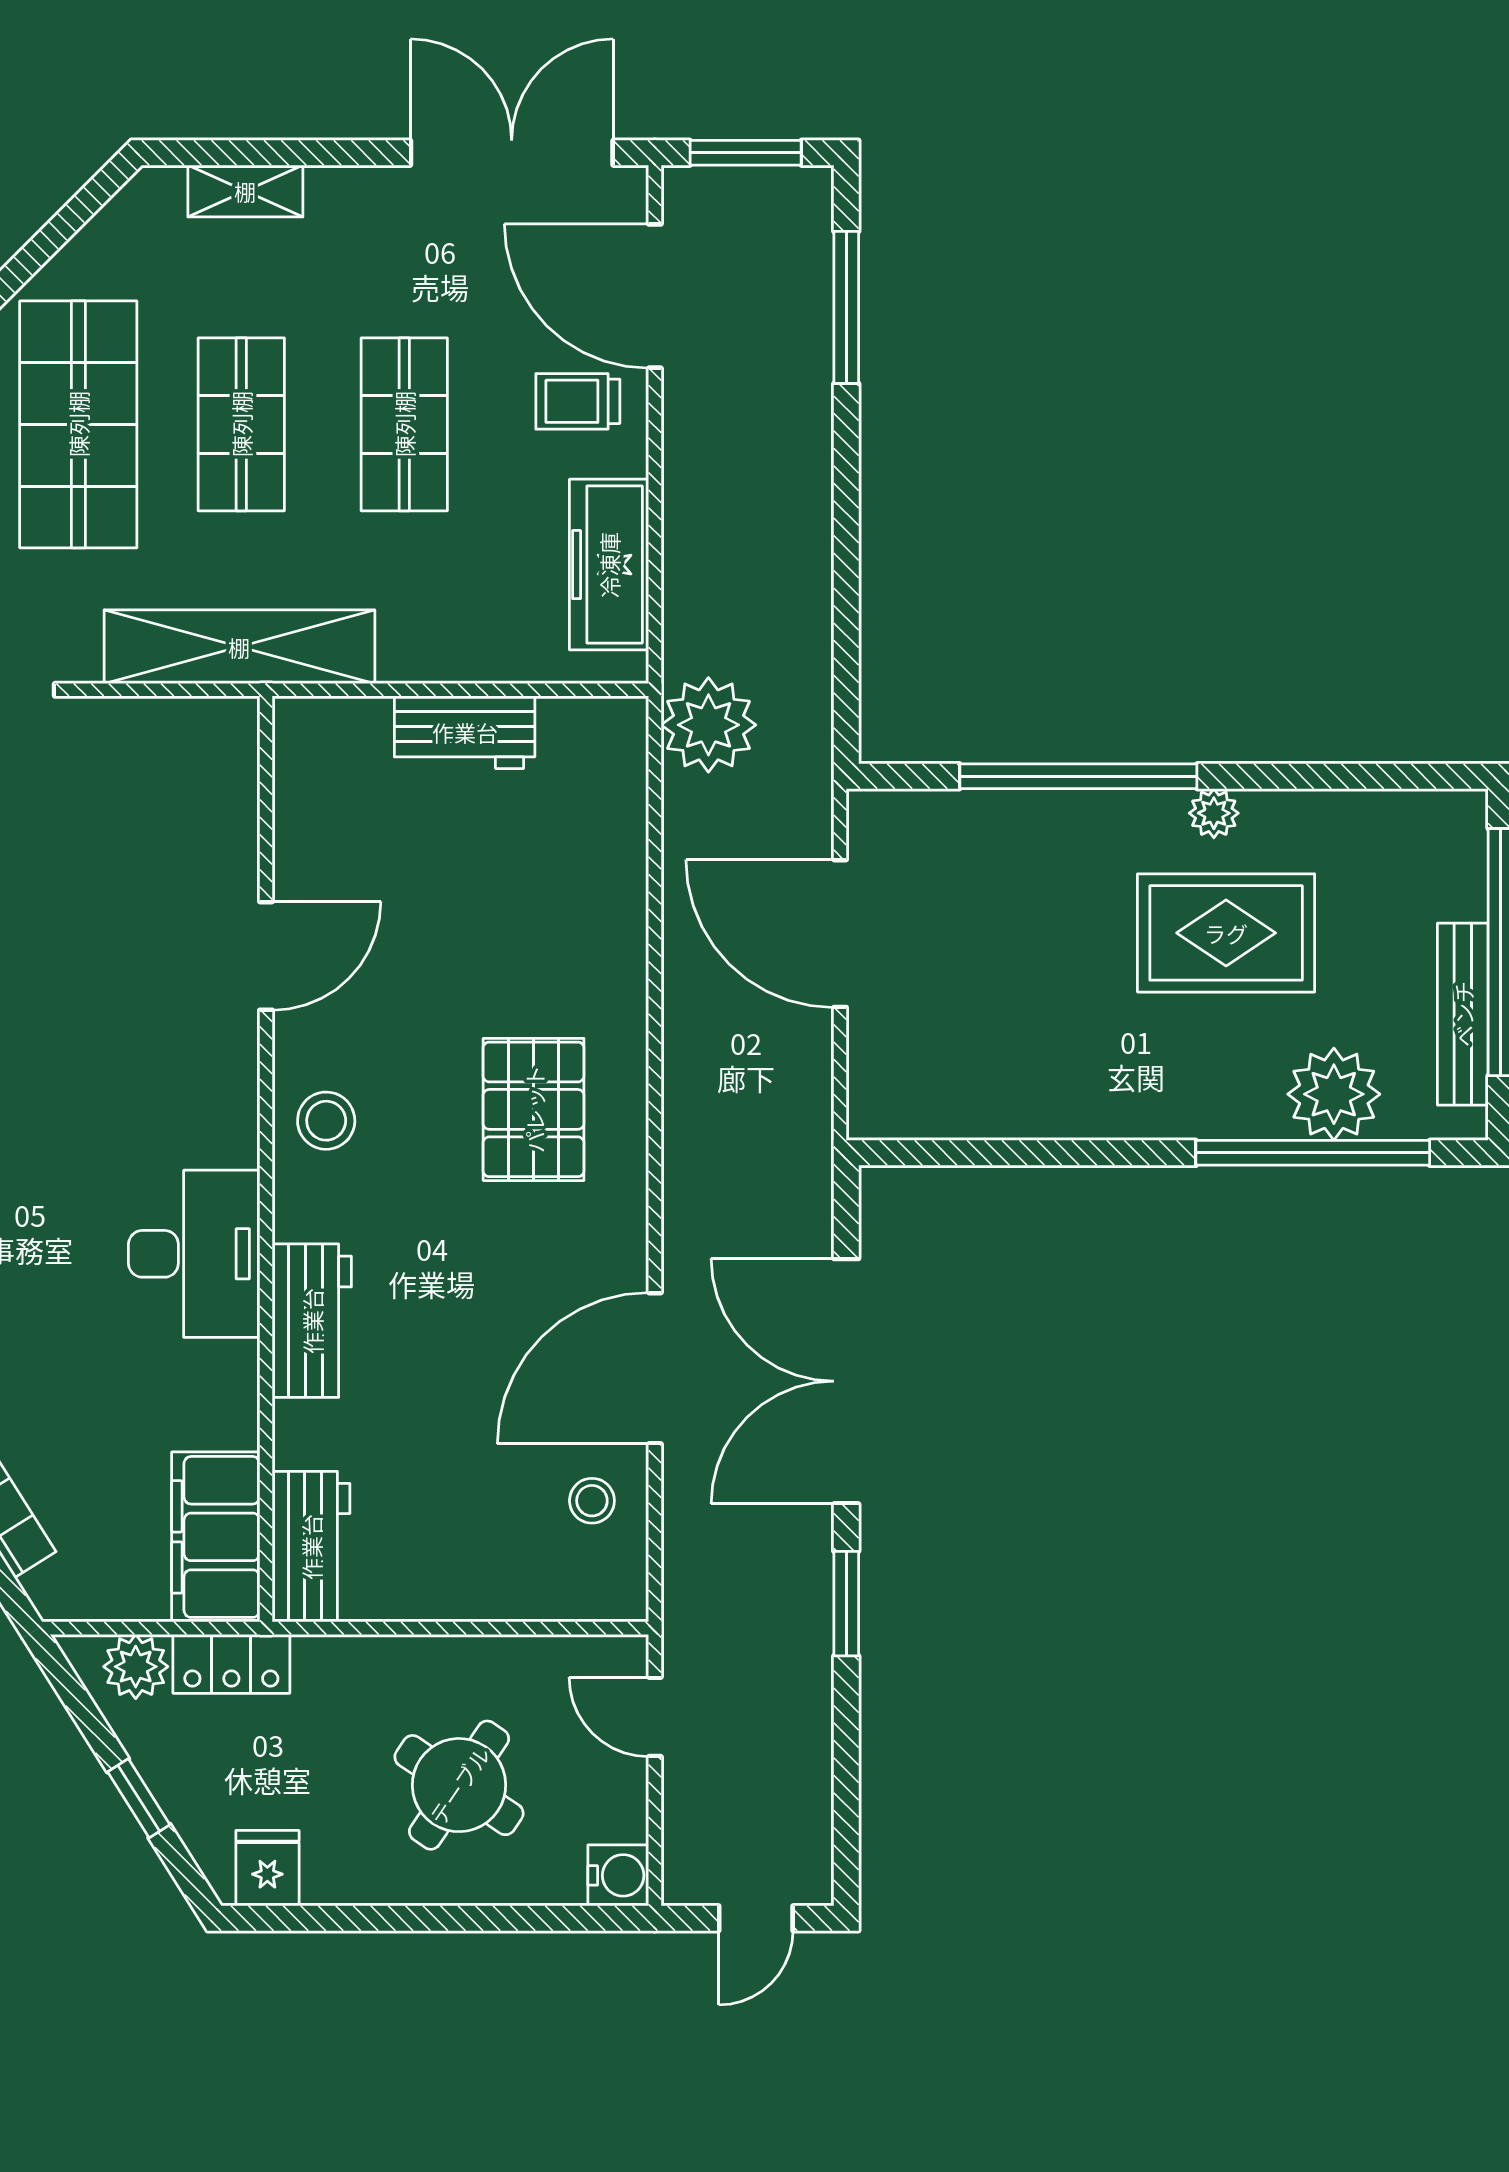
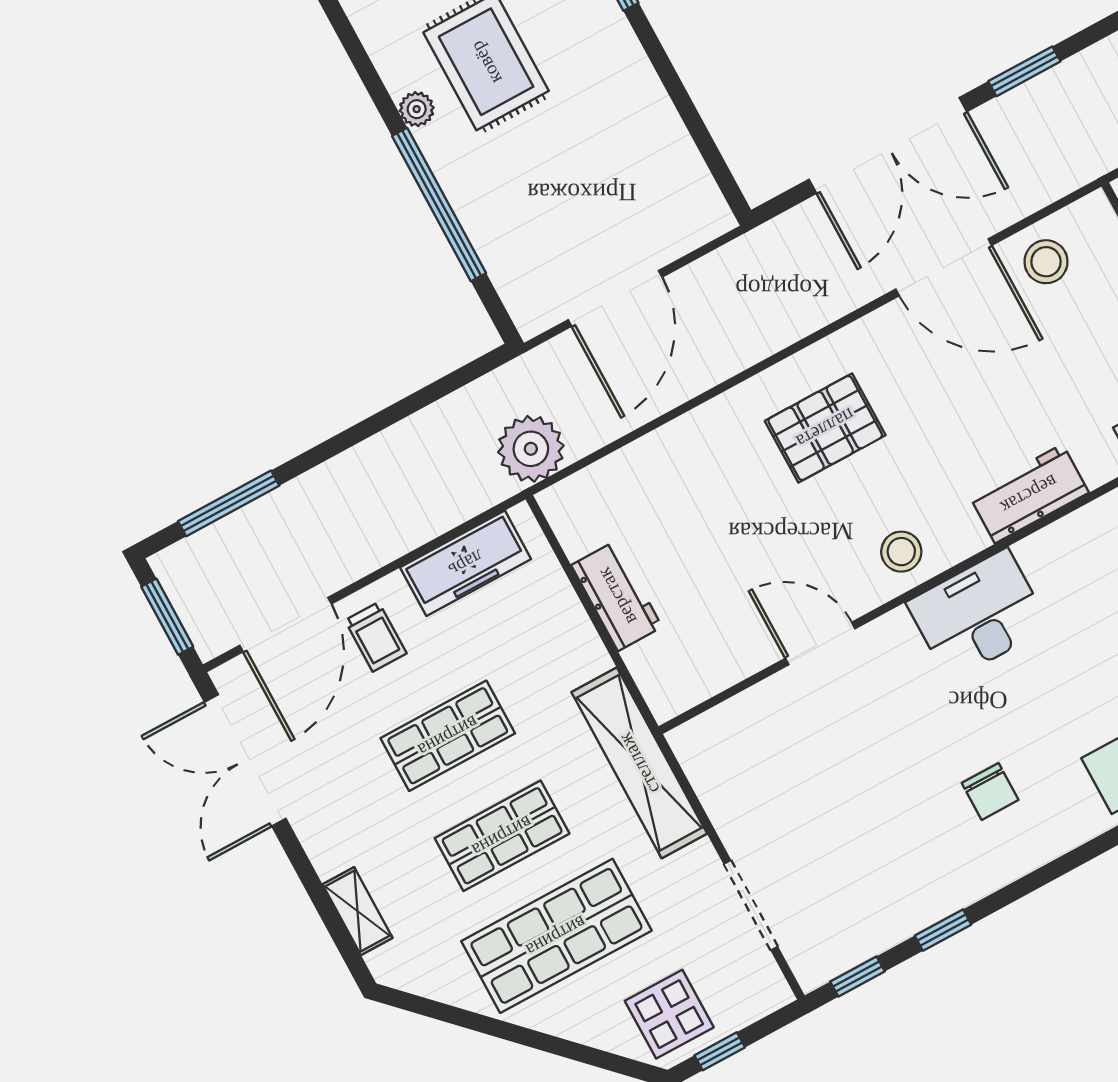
desk: (194, 1254) -> (978, 615), moved
stool: (592, 1501) -> (1046, 262), width x1.37, depth x1.37

